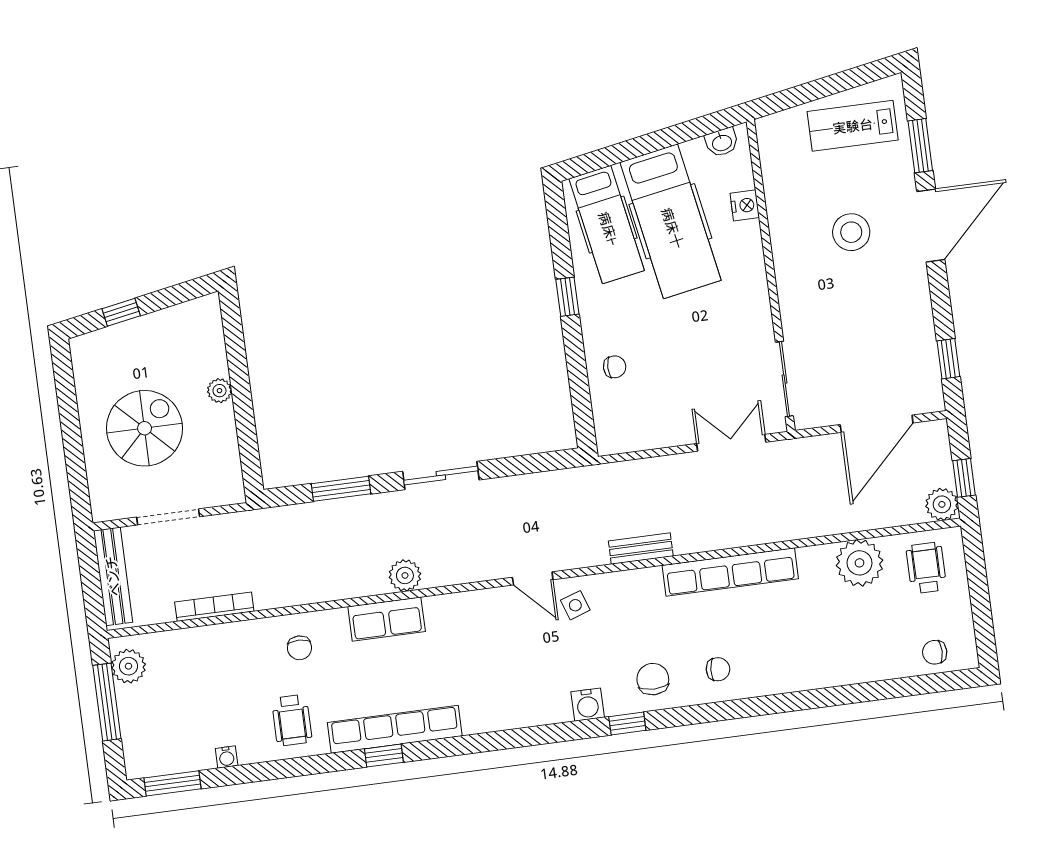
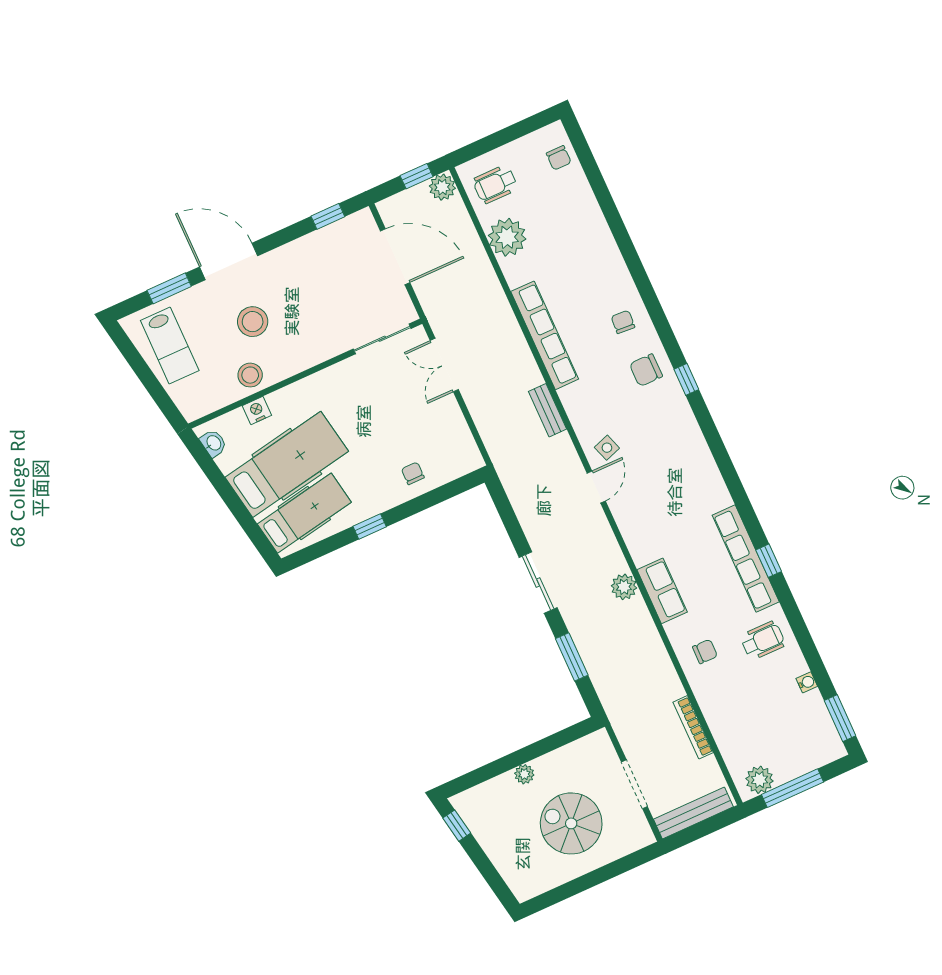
stool: (789, 210) -> (250, 375), added
window: (121, 312) -> (457, 826), moved
water cooler: (588, 705) -> (681, 415), removed

